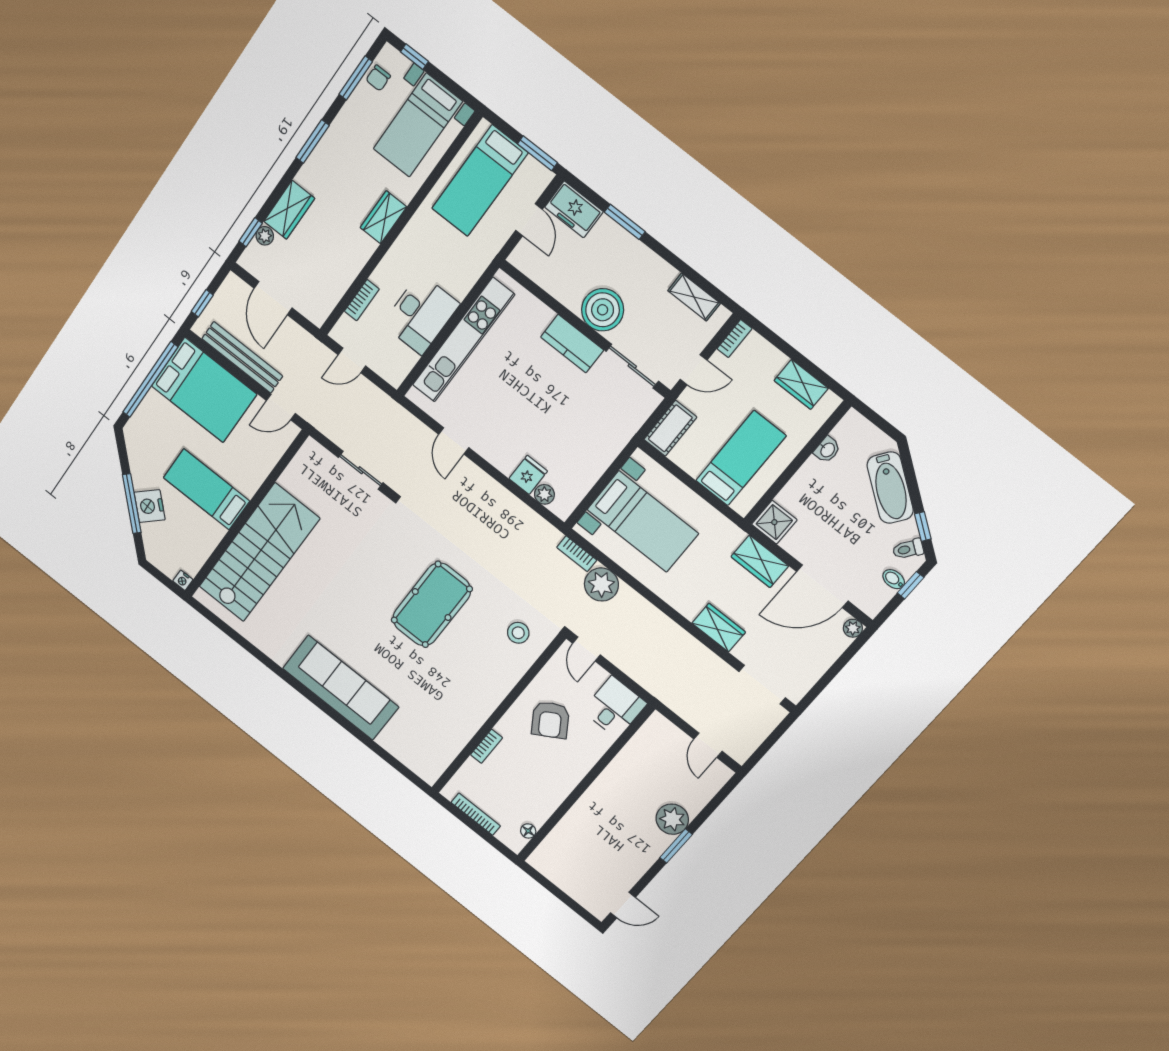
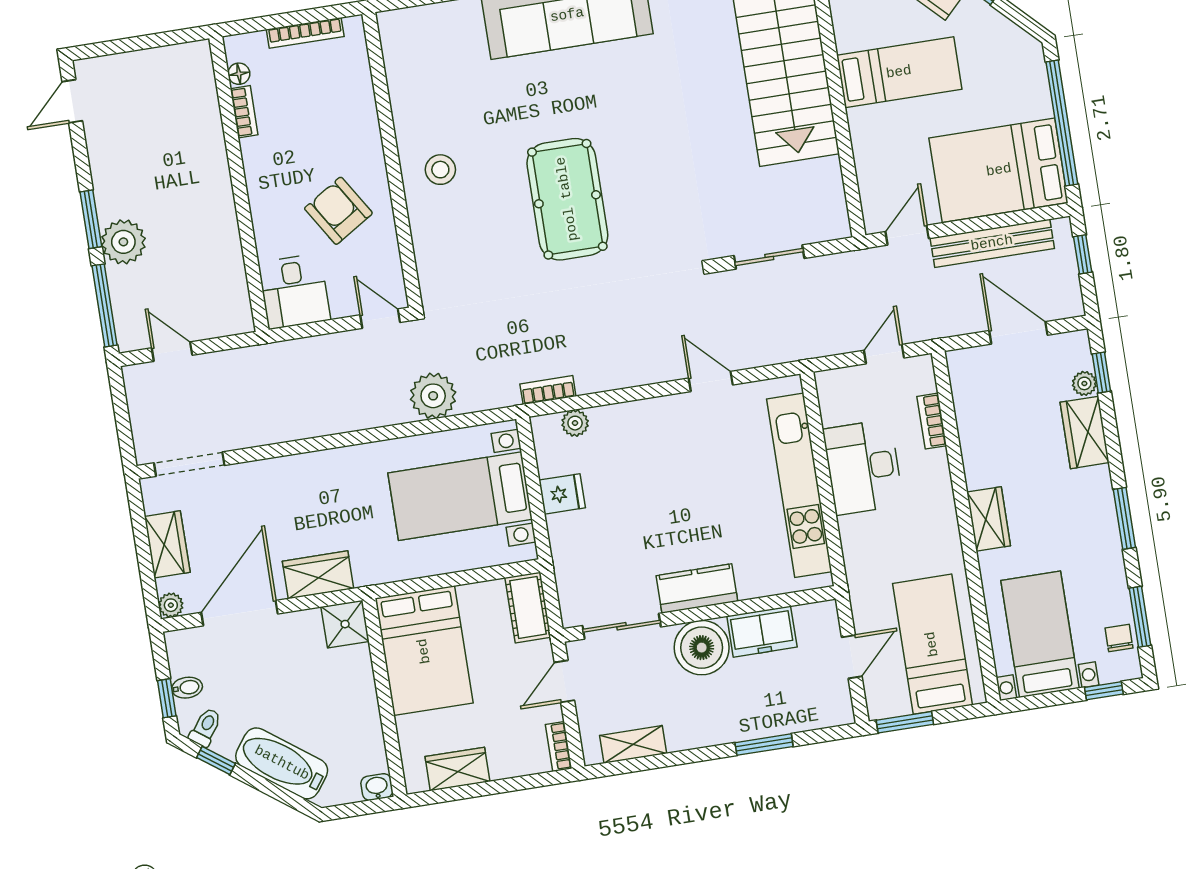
freezer: (574, 209) -> (762, 632), moved, turned 180
door: (529, 220) -> (852, 657), swing flipped
washbasin: (827, 450) -> (377, 787), moved, turned 90
bed: (741, 458) -> (424, 651), width x1.50
fridge: (528, 475) -> (562, 494), moved, turned -90
bookcase: (577, 554) -> (548, 390), moved
wardrobe: (719, 628) -> (167, 544), moved, turned -90
stool: (518, 633) -> (440, 170), moved
bookcase: (487, 746) -> (244, 112), moved, turned 180
window: (716, 801) -> (105, 305), added

